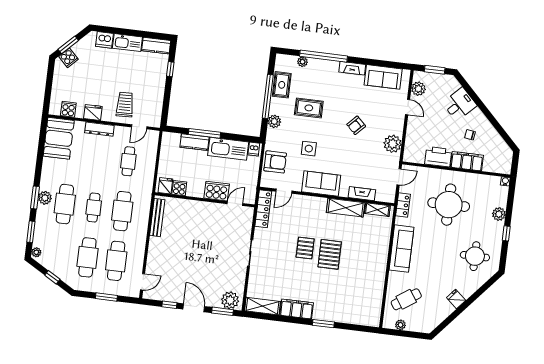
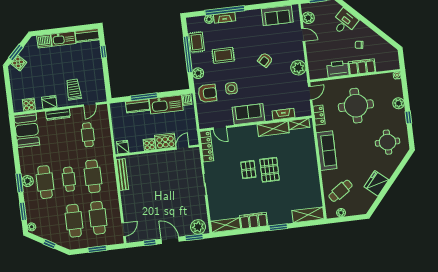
fireplace: (352, 68) -> (225, 18), moved
armchair: (275, 162) -> (207, 93), moved
cooker: (179, 188) -> (149, 144), moved
door: (284, 191) -> (220, 128), hinge flipped
fridge: (456, 299) -> (376, 183), width x1.88, depth x1.34
shelving: (362, 318) -> (308, 215), added

